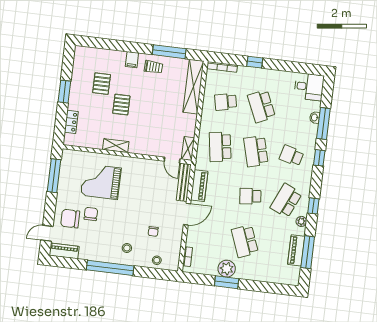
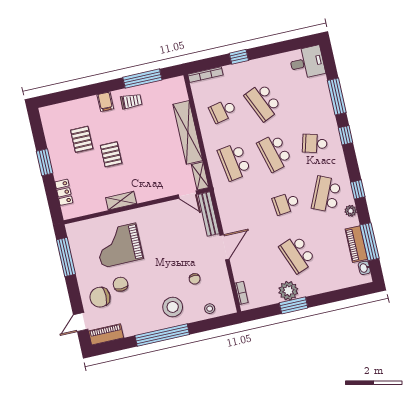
shelving: (193, 87) -> (188, 132), moved
washbasin: (315, 117) -> (364, 268), moved
piano: (199, 186) -> (227, 212), removed
stool: (127, 248) -> (173, 307), width x1.89, depth x1.89

